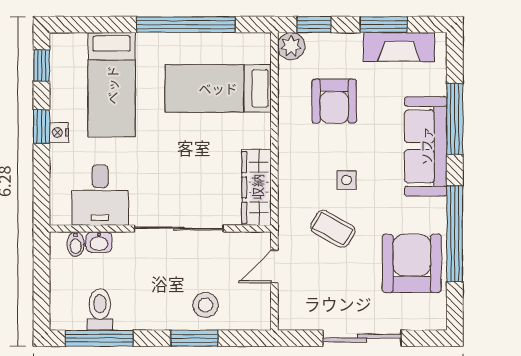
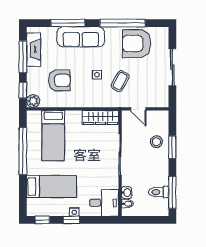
window: (384, 25) -> (23, 57), width x1.44
desk: (100, 195) -> (104, 203), moved

